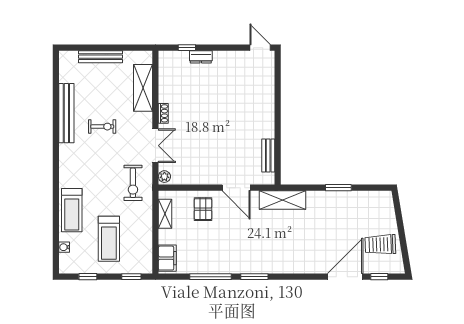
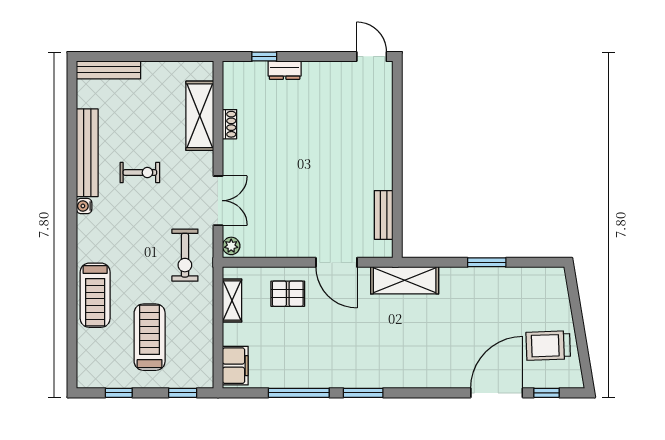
bench: (101, 57) -> (109, 70), moved
shoe rack: (163, 113) -> (230, 124), moved
pallet: (203, 209) -> (288, 294), turned 90
treadmill: (109, 239) -> (150, 337), turned 180
water cooler: (64, 247) -> (84, 206), moved

